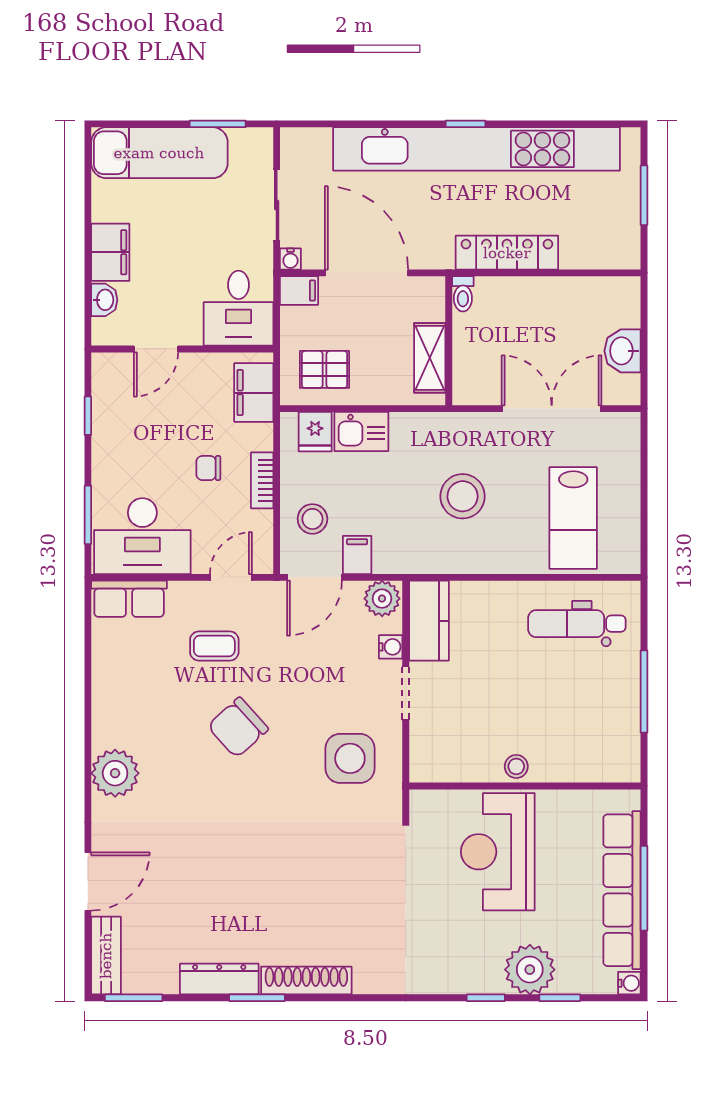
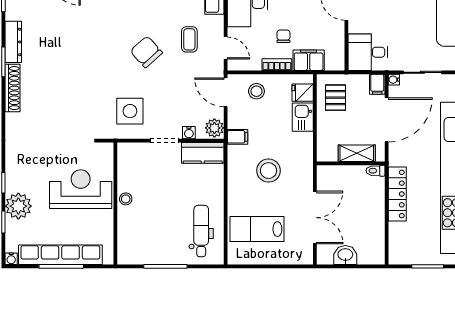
shelving: (430, 358) -> (357, 153), moved
filing cabinet: (254, 393) -> (309, 60), moved
filing cabinet: (357, 555) -> (237, 137), moved

